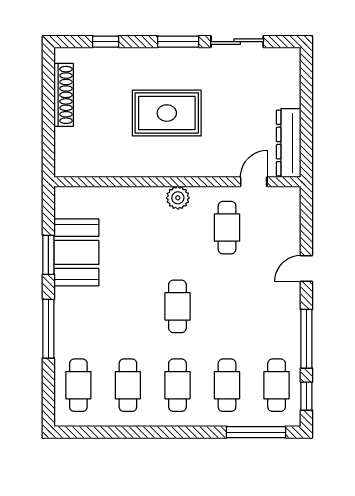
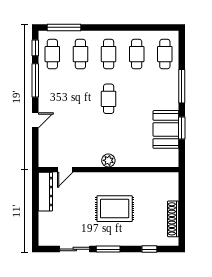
cafe table: (227, 228) -> (80, 144), removed

